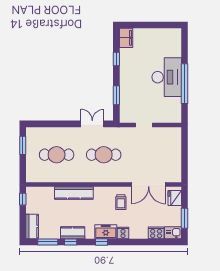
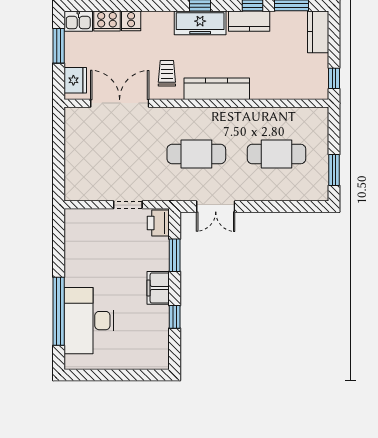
filing cabinet: (126, 38) -> (158, 288), moved
desk: (167, 77) -> (89, 321), moved
window: (184, 84) -> (59, 311), moved
printer: (126, 114) -> (158, 223), added
kitchen counter: (74, 193) -> (217, 89), moved
freezer: (106, 232) -> (200, 23), width x1.40
cooker: (123, 233) -> (131, 21), moved

